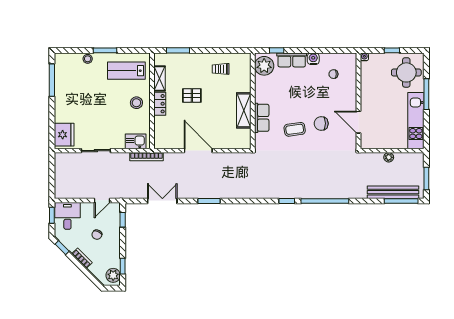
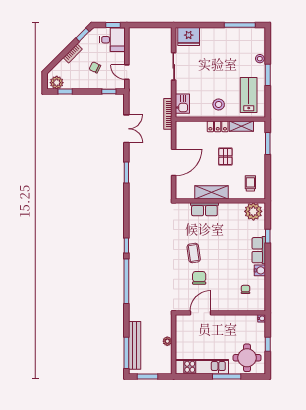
plant: (264, 66) -> (253, 211), moved
wall: (253, 101) -> (220, 201), moved
shelving: (244, 110) -> (211, 192), moved
row of seats: (262, 118) -> (204, 209), moved

